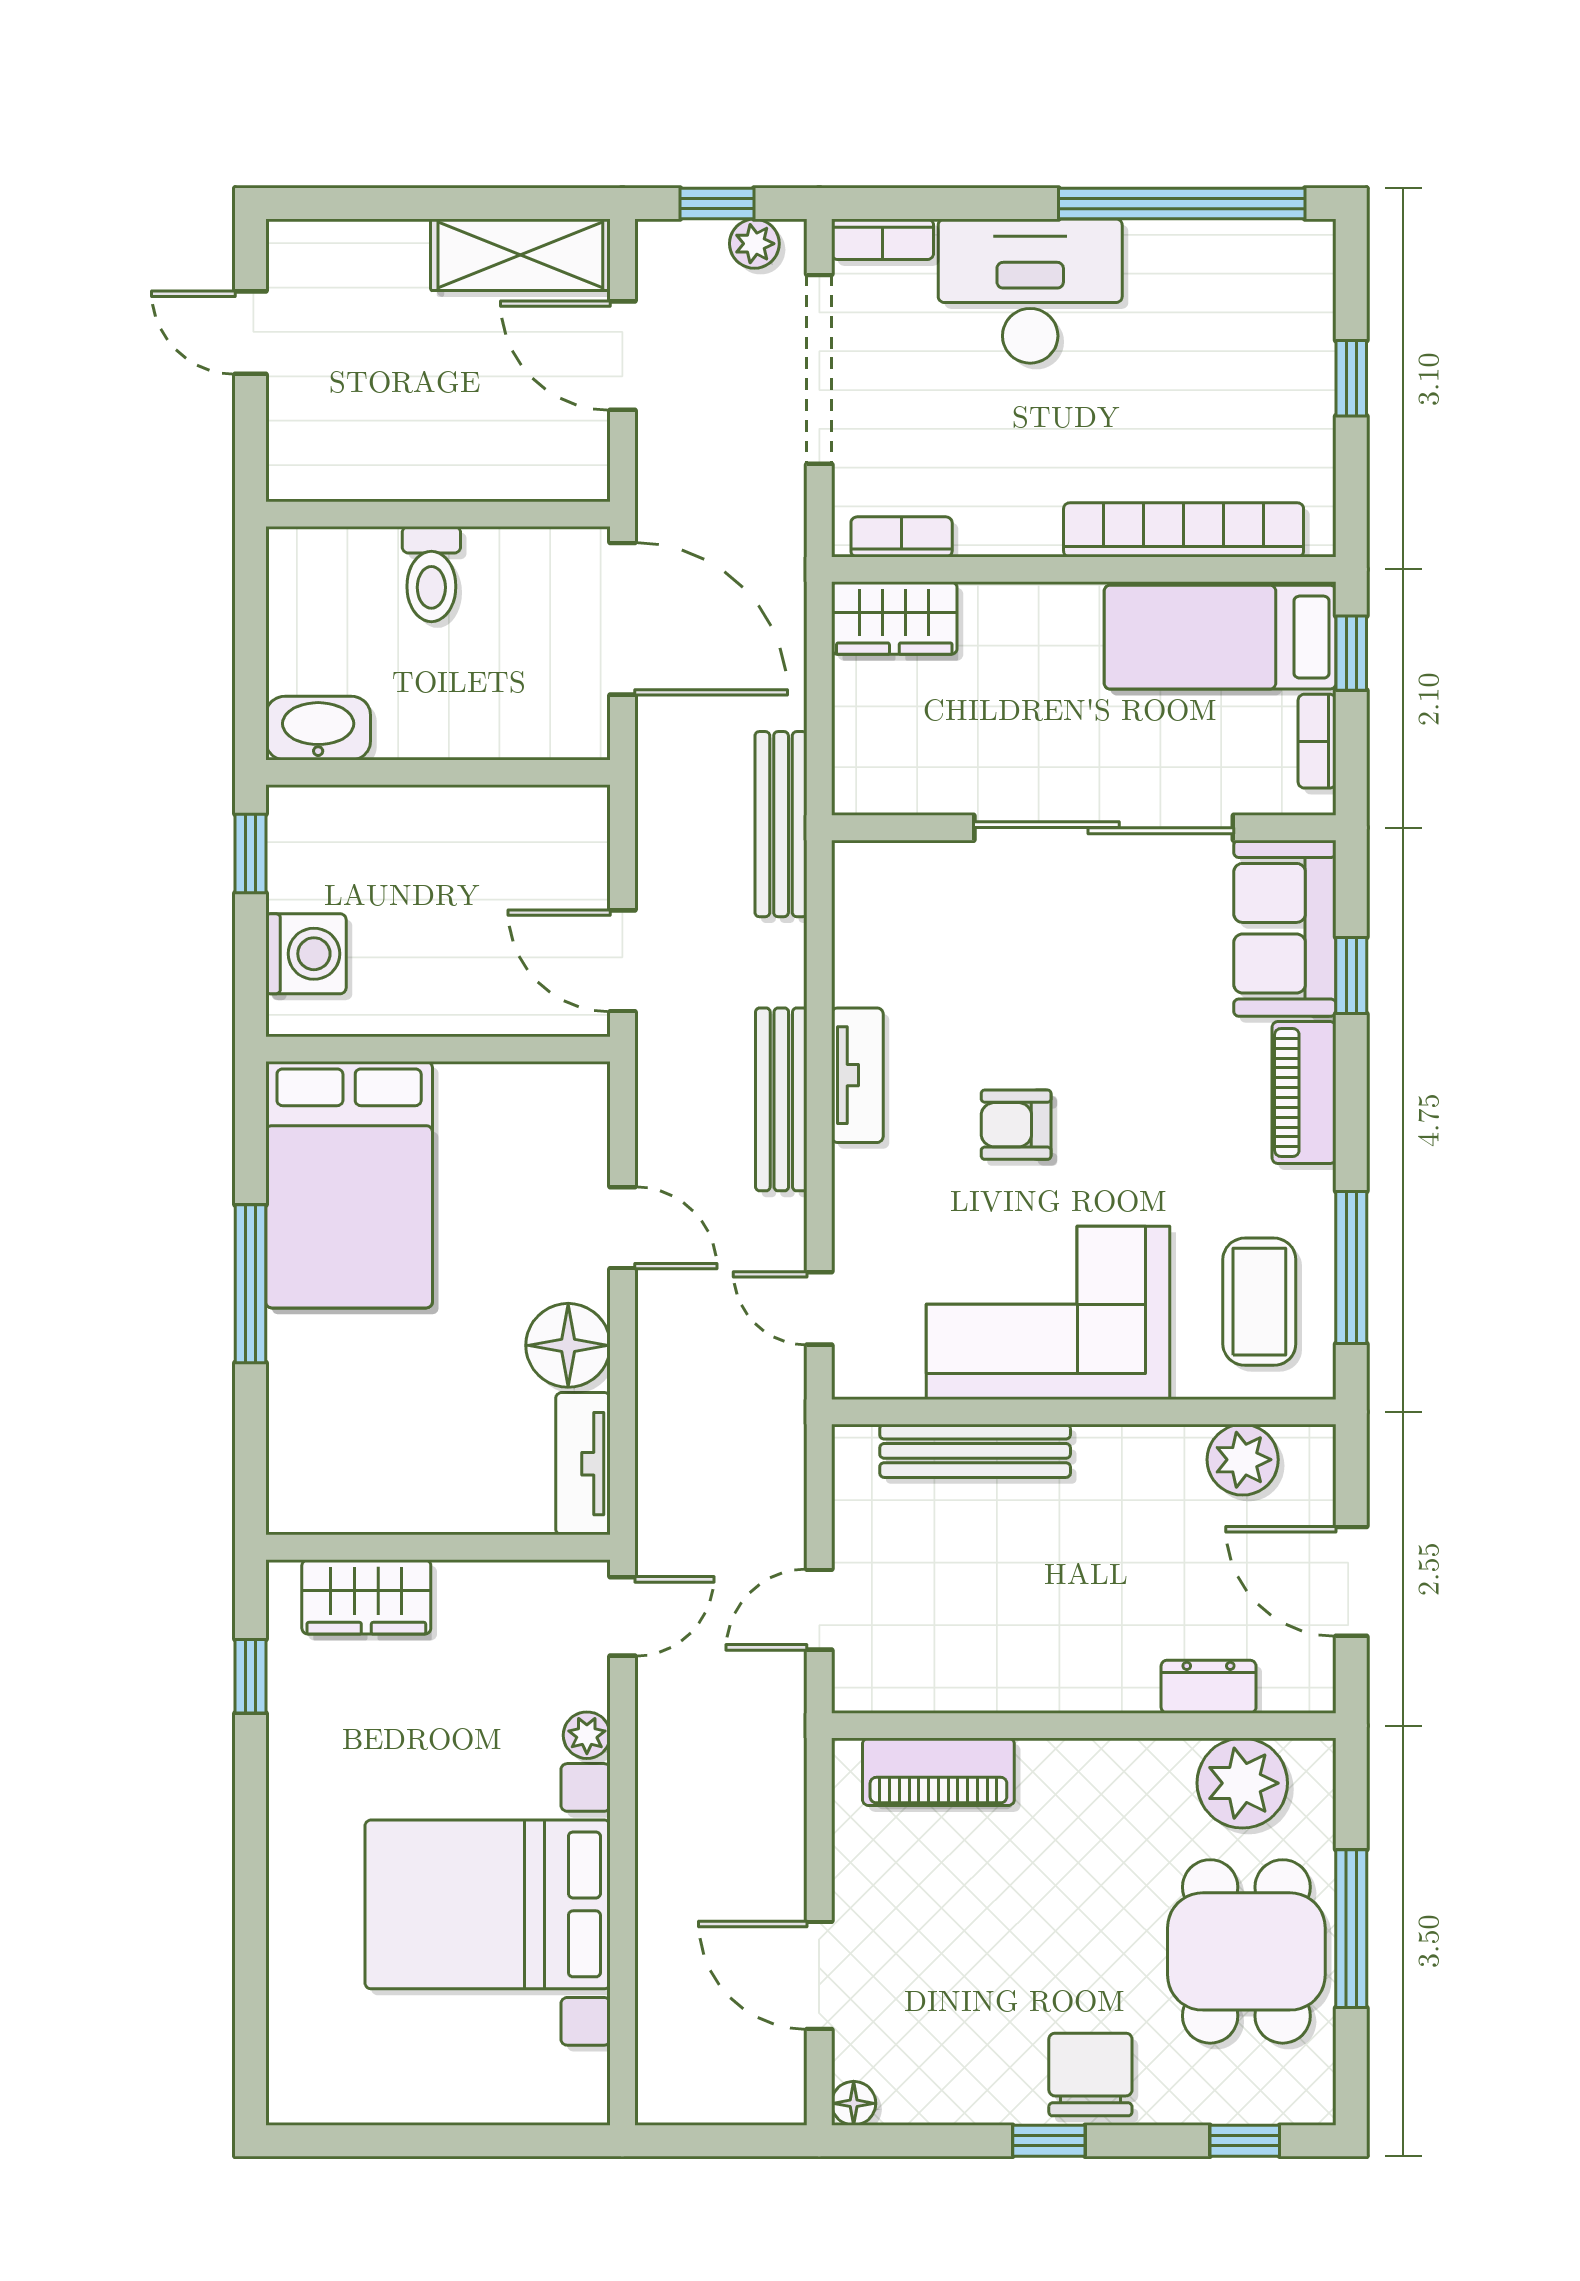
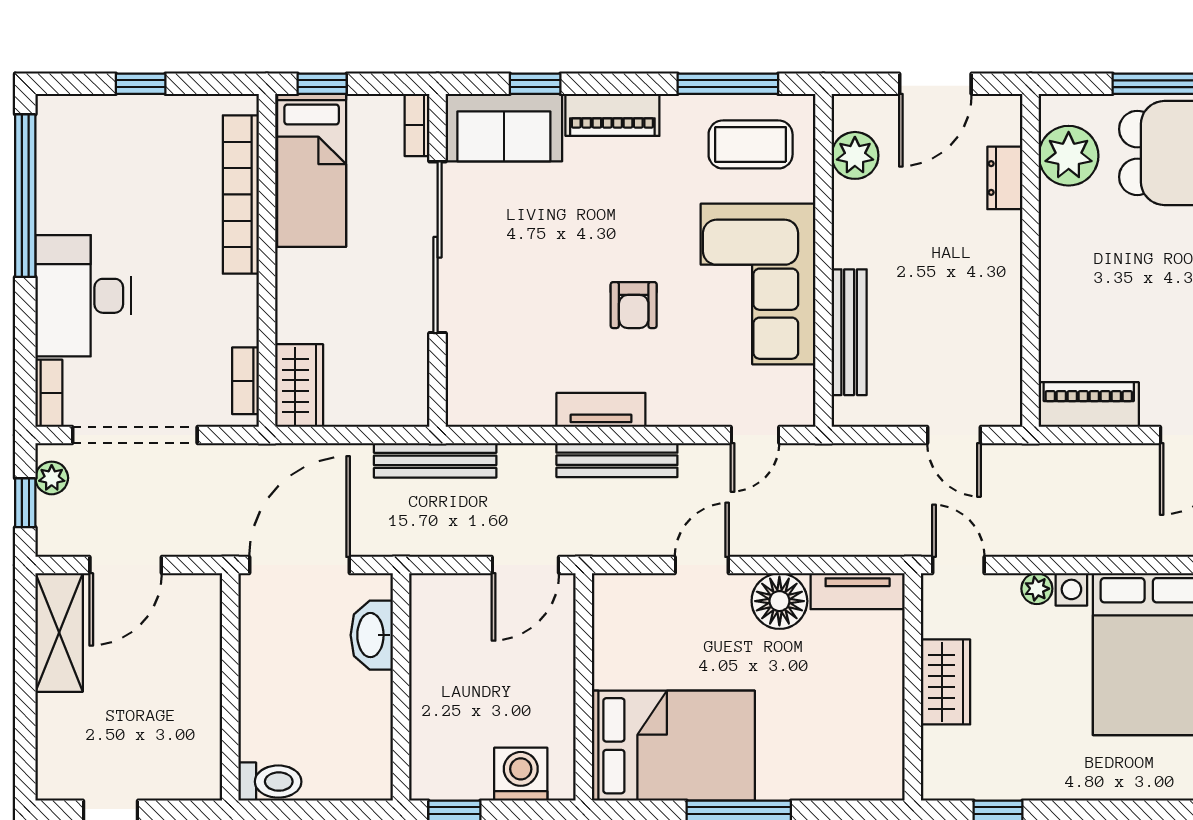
toilet: (431, 574) -> (270, 782), moved
washbasin: (318, 728) -> (372, 635), moved
bookcase: (1317, 741) -> (417, 125), moved, turned 90
wardrobe: (366, 1597) -> (946, 682), moved
piano: (938, 1772) -> (1089, 405), moved, turned -90

